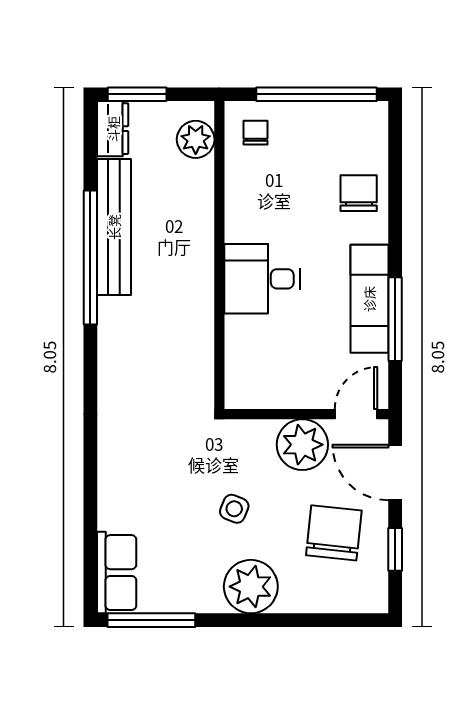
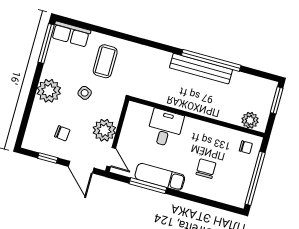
dresser: (113, 129) -> (265, 86), removed
chair: (359, 193) -> (206, 169), moved, turned -90
bench: (114, 227) -> (201, 69), moved
desk: (262, 279) -> (165, 128), moved
door: (395, 473) -> (81, 167), swing flipped
coffee table: (155, 484) -> (105, 61), added
chair: (334, 533) -> (62, 133), width x0.54, depth x0.54

